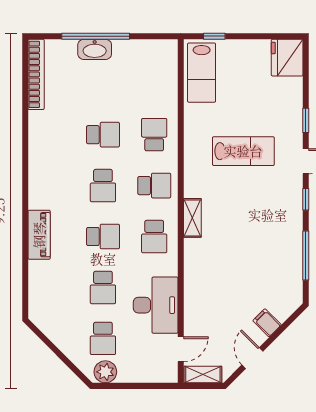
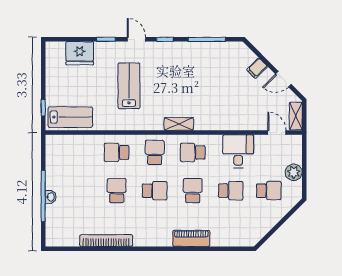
washbasin: (95, 49) -> (51, 197), width x0.52, depth x0.69
fridge: (287, 58) -> (80, 53), moved
bookcase: (36, 74) -> (106, 241), moved
school desk: (154, 237) -> (193, 152), turned 180
desk: (156, 305) -> (238, 151), width x0.73
plant: (105, 372) -> (294, 172), moved

